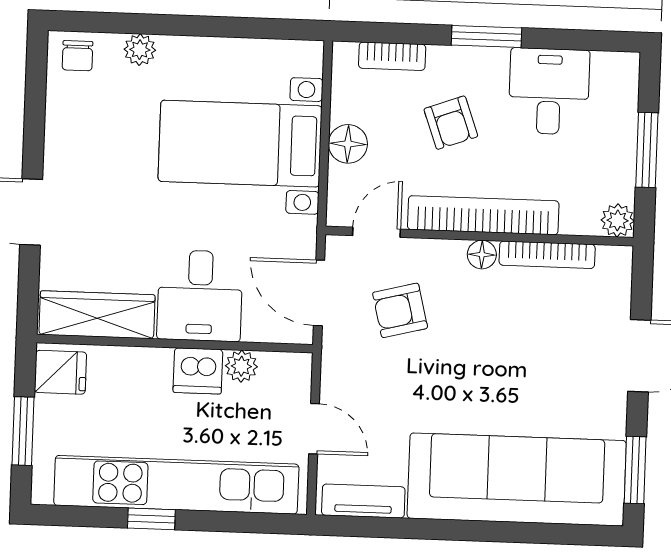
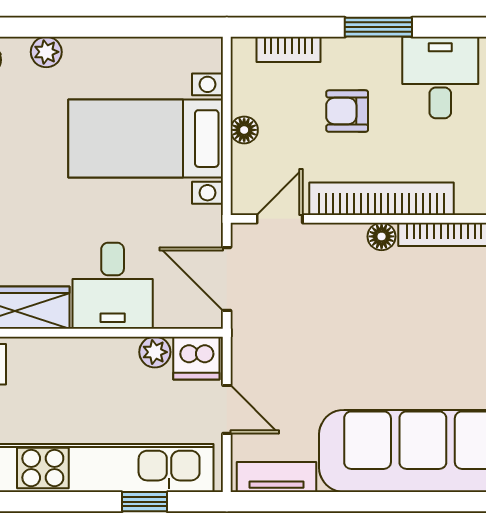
armchair: (451, 123) -> (347, 111), turned 110
floor lamp: (348, 144) -> (244, 130), width x0.73, depth x0.73
armchair: (400, 310) -> (305, 293), removed
dishwasher: (198, 371) -> (196, 358), moved
window: (151, 519) -> (145, 502), moved

